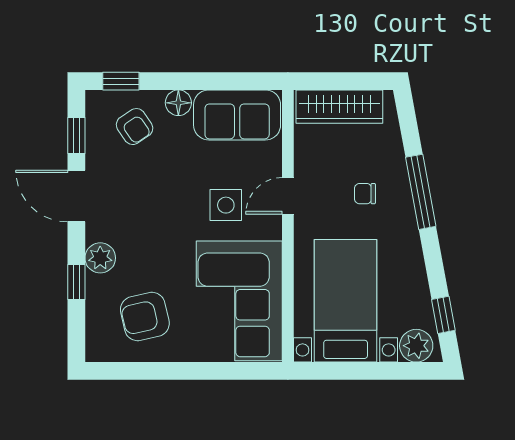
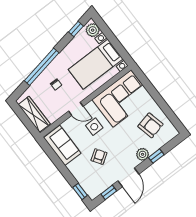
floor lamp: (178, 103) -> (73, 167), removed
armchair: (135, 127) -> (99, 157), moved
window: (421, 192) -> (42, 67), width x1.46

